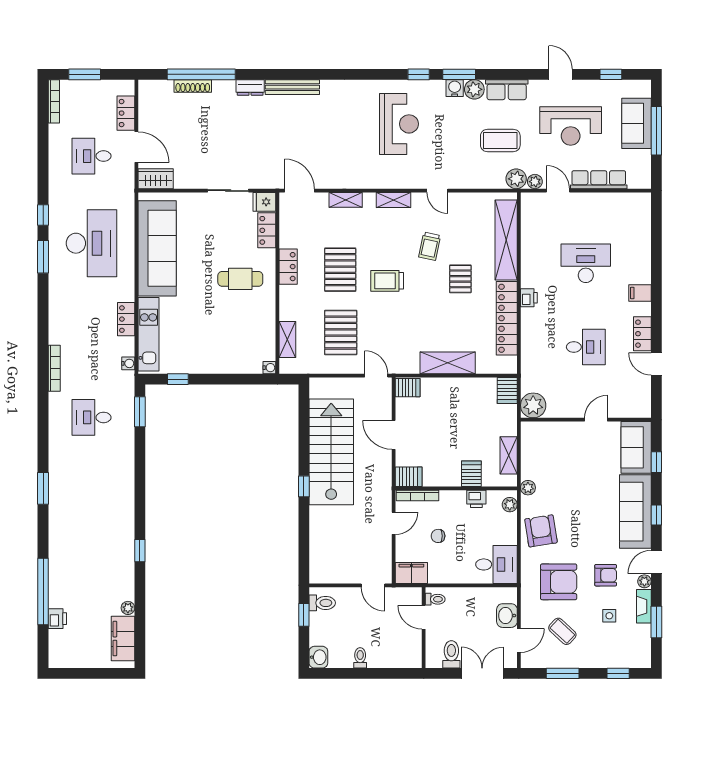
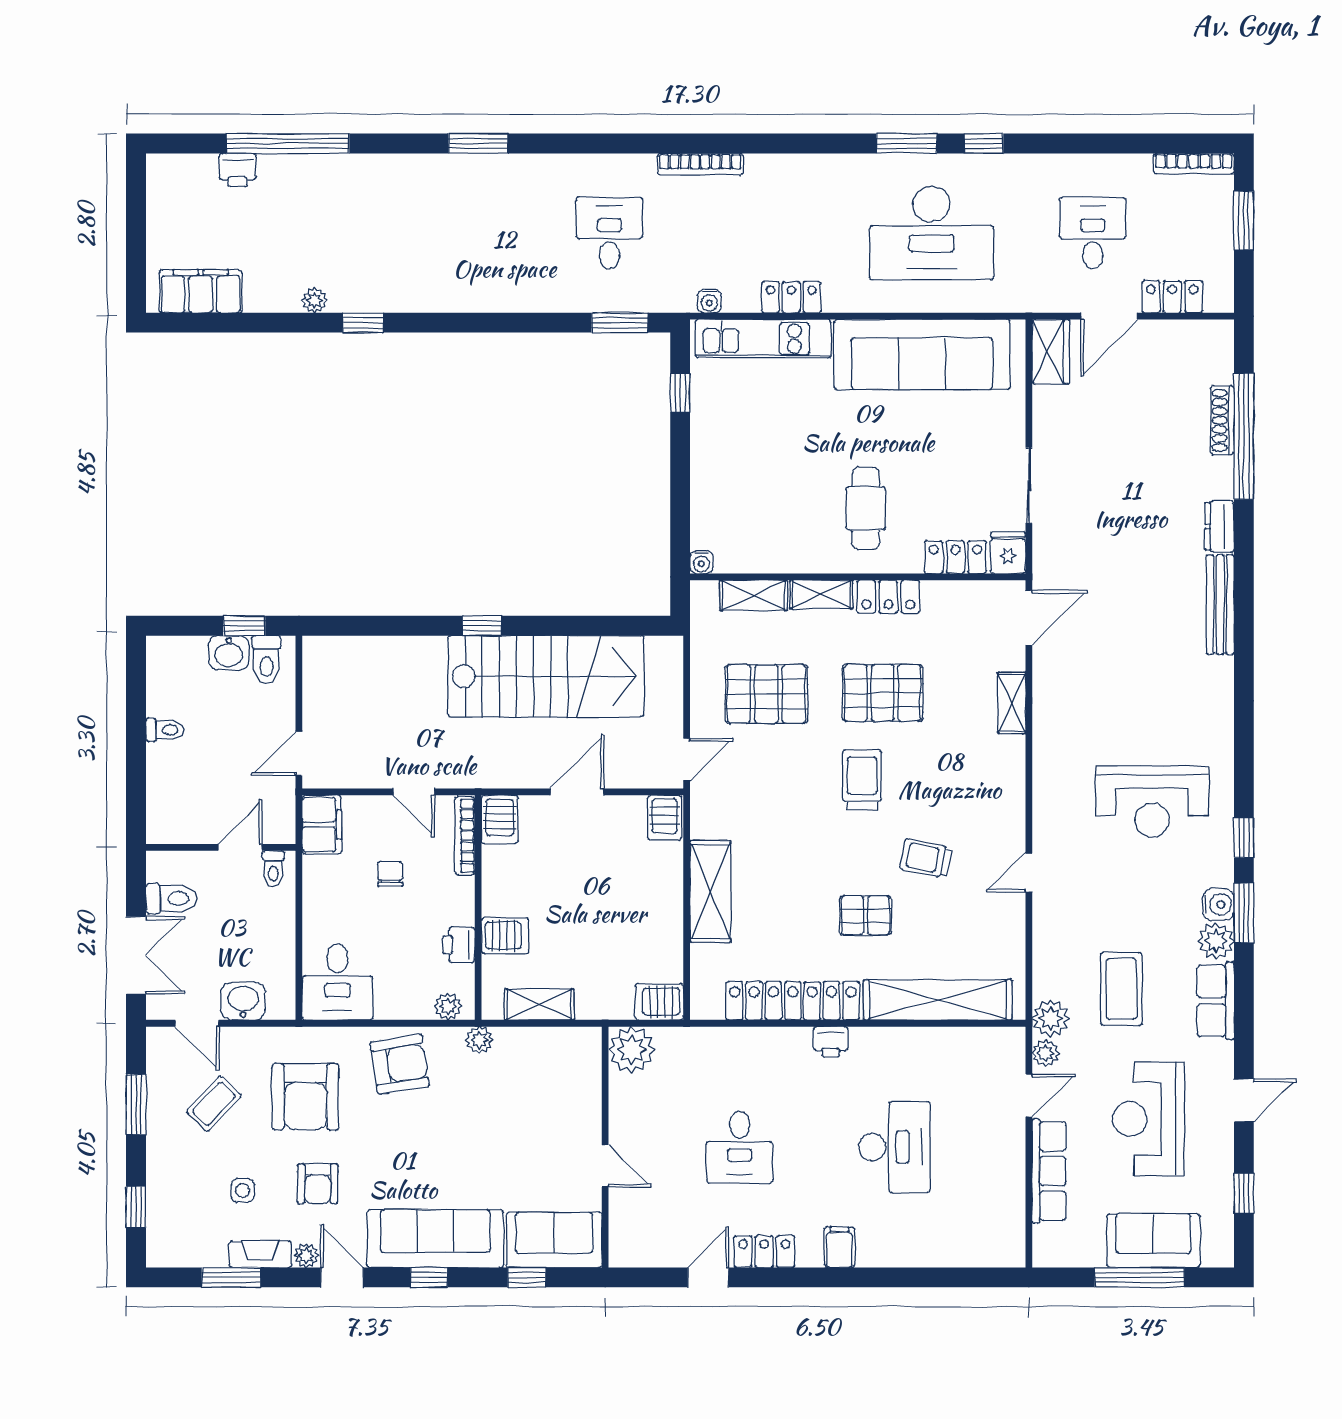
shelving: (394, 200) -> (821, 594), moved, turned 90
plant: (128, 608) -> (315, 301), moved
washbasin: (318, 657) -> (229, 653), moved

